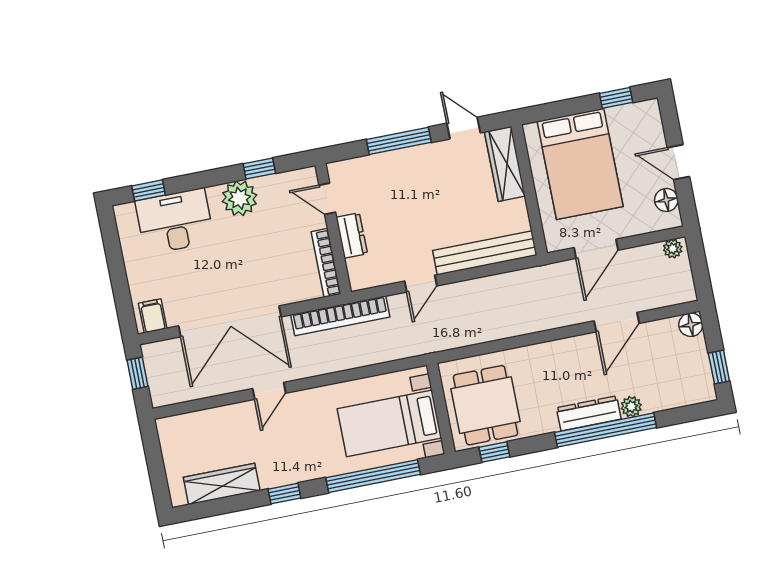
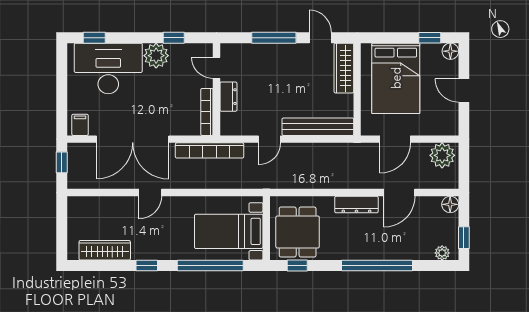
floor lamp: (666, 200) -> (450, 51), moved
desk: (175, 221) -> (108, 68), width x1.36, depth x1.30
plant: (673, 249) -> (442, 155), width x1.87, depth x1.87
plant: (631, 407) -> (442, 253), moved
dresser: (589, 413) -> (356, 205), moved, turned 180

